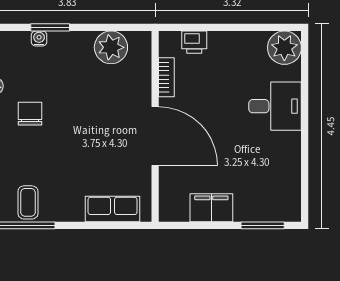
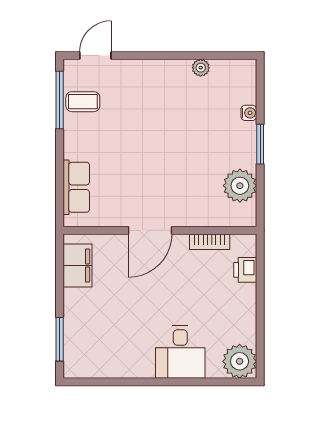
window: (50, 27) -> (260, 144), moved
chair: (30, 114) -> (173, 104), removed
door: (155, 136) -> (150, 230), width x0.73
filing cabinet: (211, 208) -> (77, 265), moved

